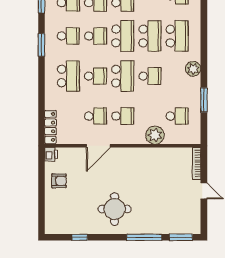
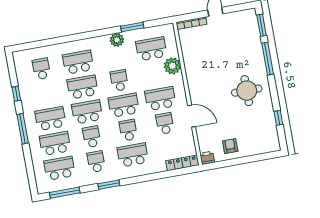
plant: (193, 69) -> (117, 40), moved
school desk: (123, 116) -> (160, 99), width x1.85
school desk: (177, 116) -> (151, 49), width x1.85

